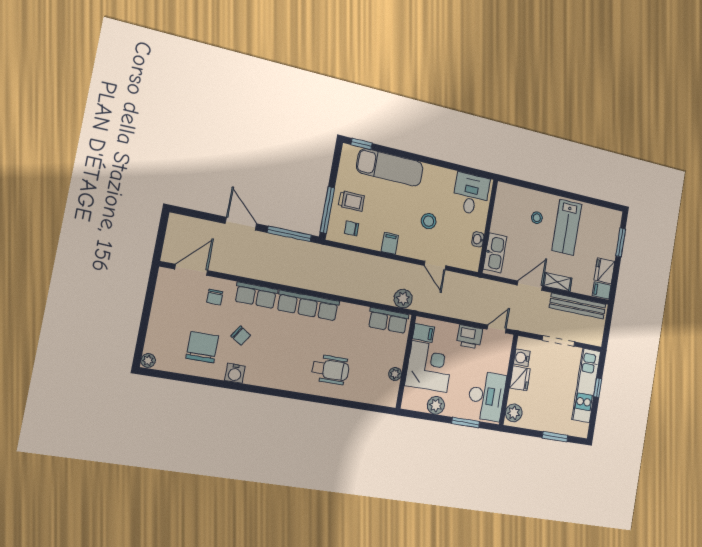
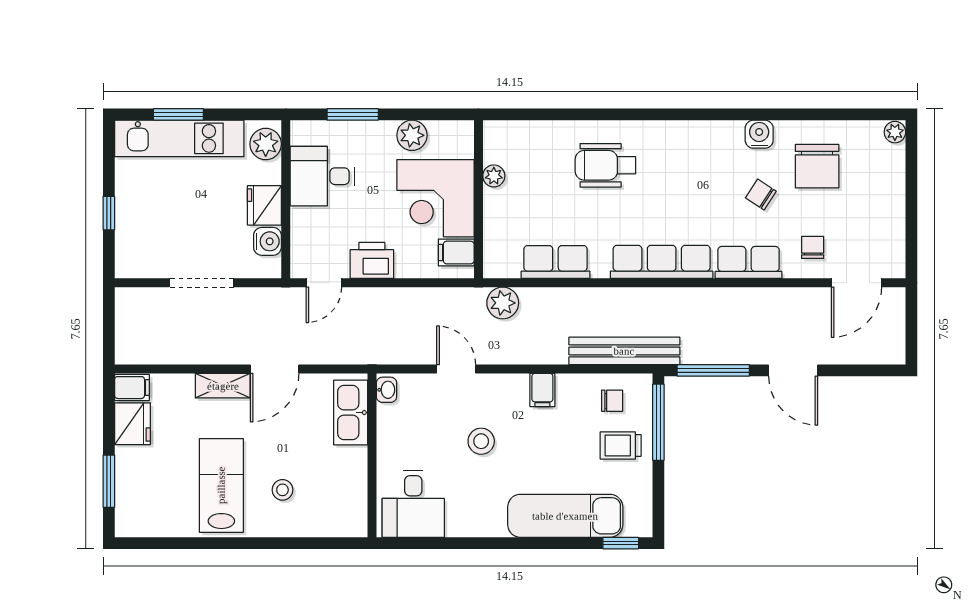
washbasin: (478, 239) -> (387, 390), moved
bench: (578, 306) -> (624, 351), moved
row of seats: (388, 321) -> (555, 262), moved
kitchen unit: (586, 385) -> (179, 138), moved, turned 90
desk: (486, 396) -> (322, 176), width x0.73

